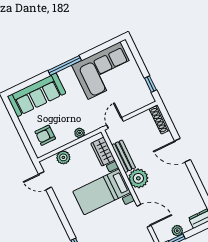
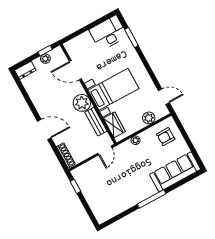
corner sofa: (104, 71) -> (117, 196), removed
armchair: (45, 135) -> (166, 137), turned 180

